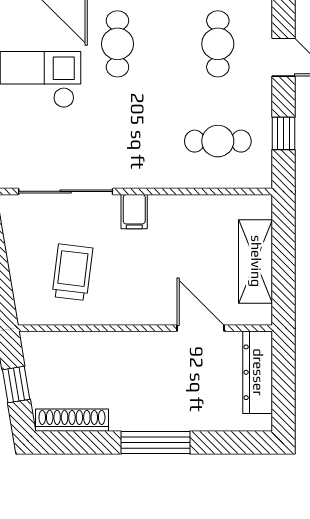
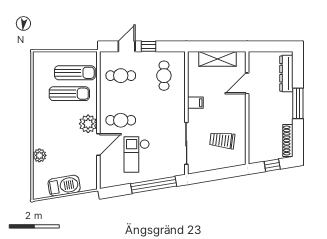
window: (283, 133) -> (149, 46), moved
filing cabinet: (134, 212) -> (195, 103), moved
dresser: (258, 372) -> (286, 74), moved, turned 90

